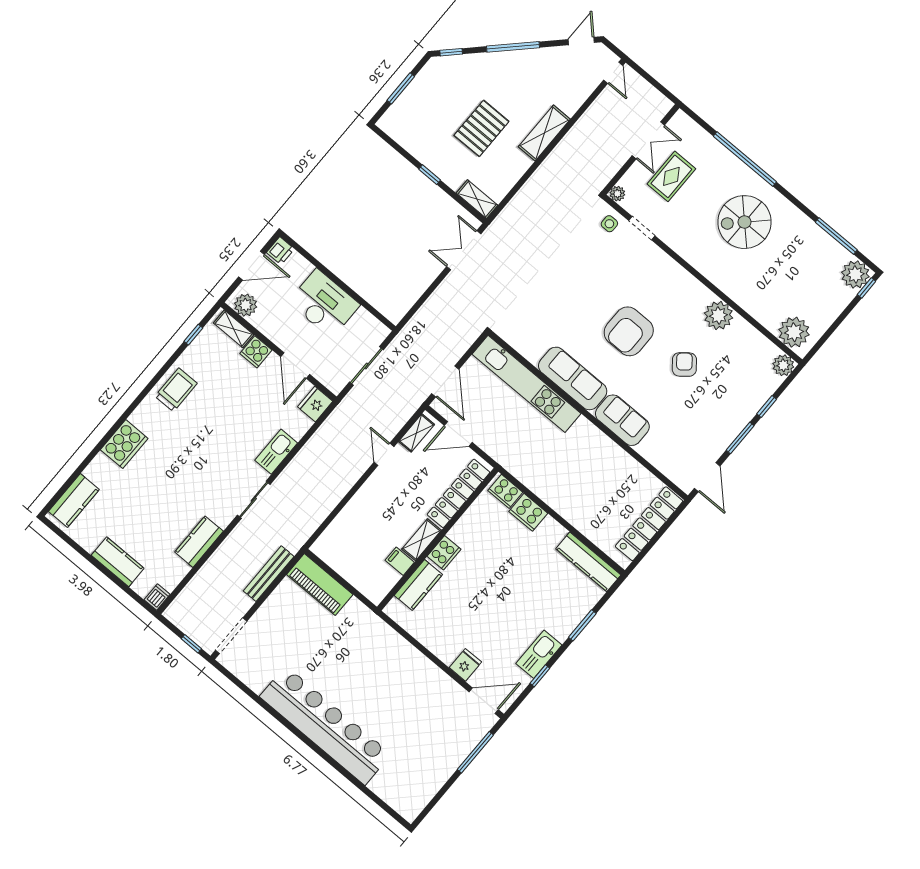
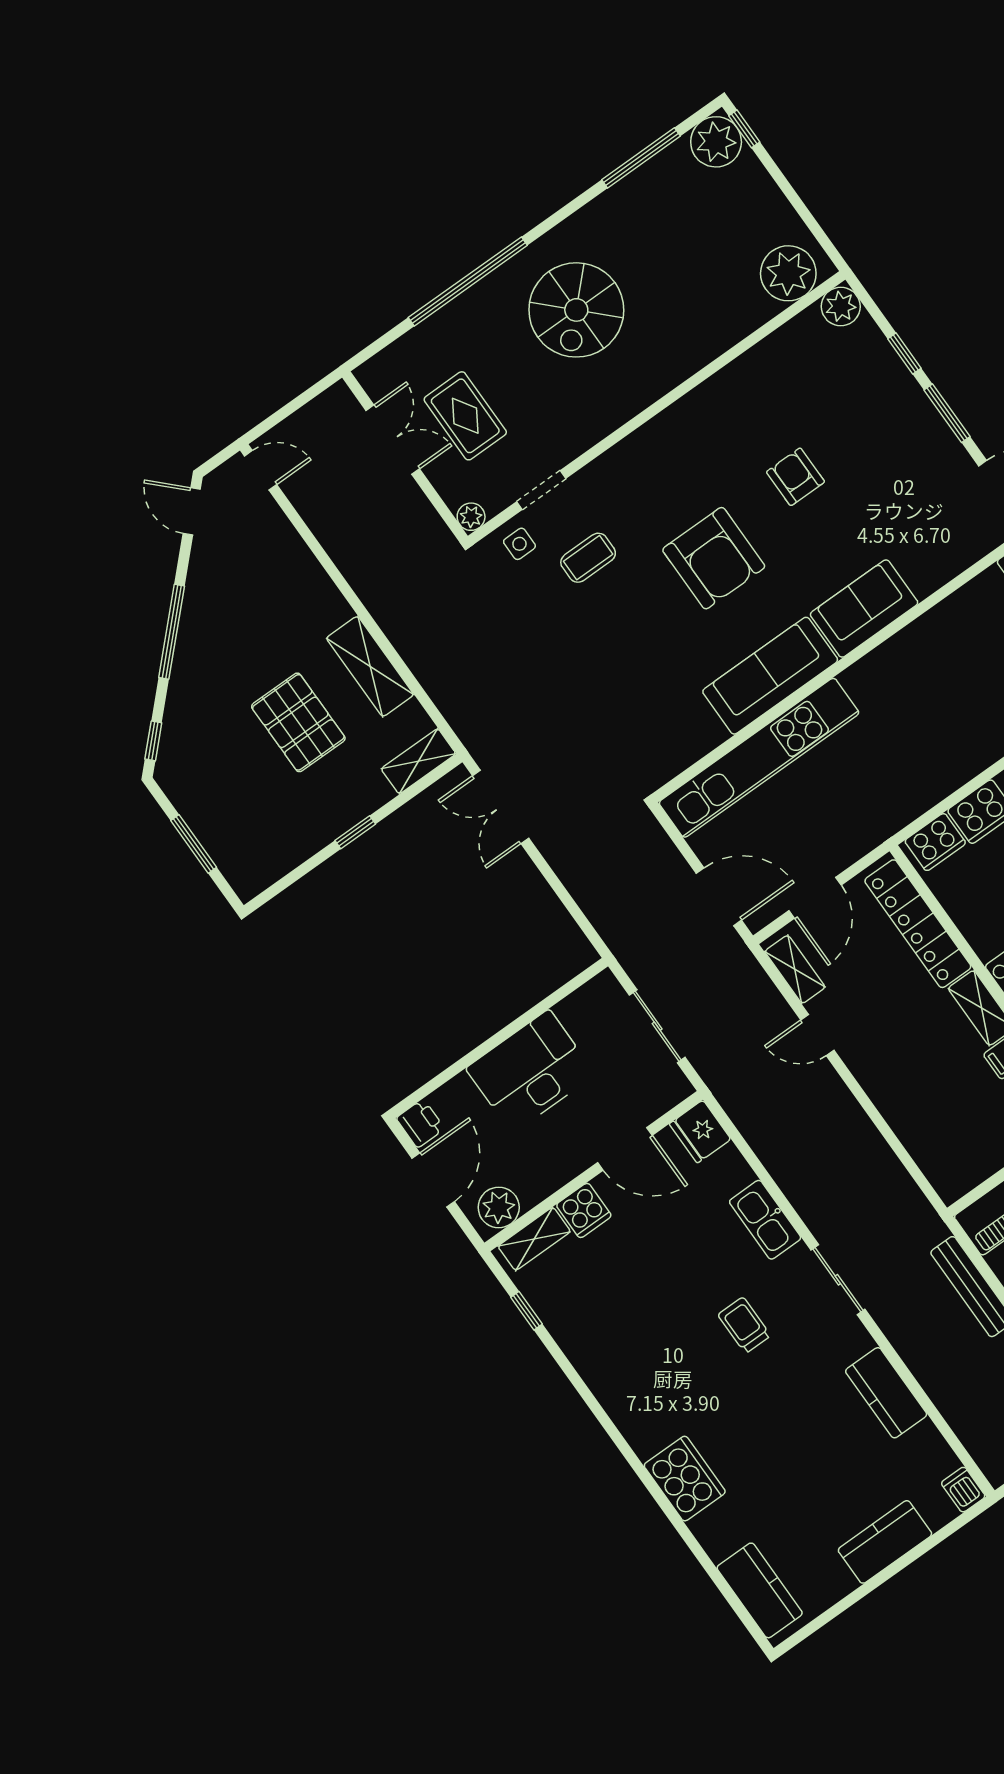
shelving: (544, 133) -> (370, 666), moved
coffee table: (611, 263) -> (588, 558), added
plant: (718, 316) -> (726, 396), removed
armchair: (684, 364) -> (795, 477), turned 39
trolley: (176, 390) -> (744, 1325), moved, width x0.73, depth x0.72

